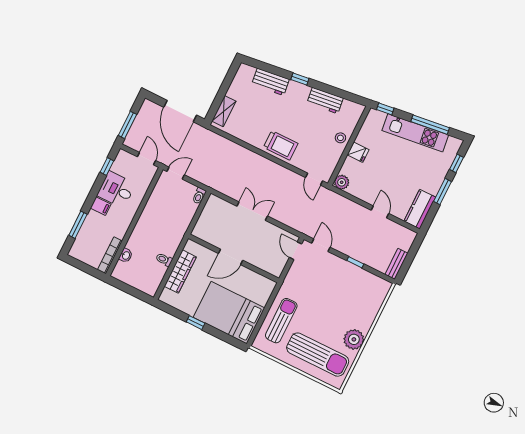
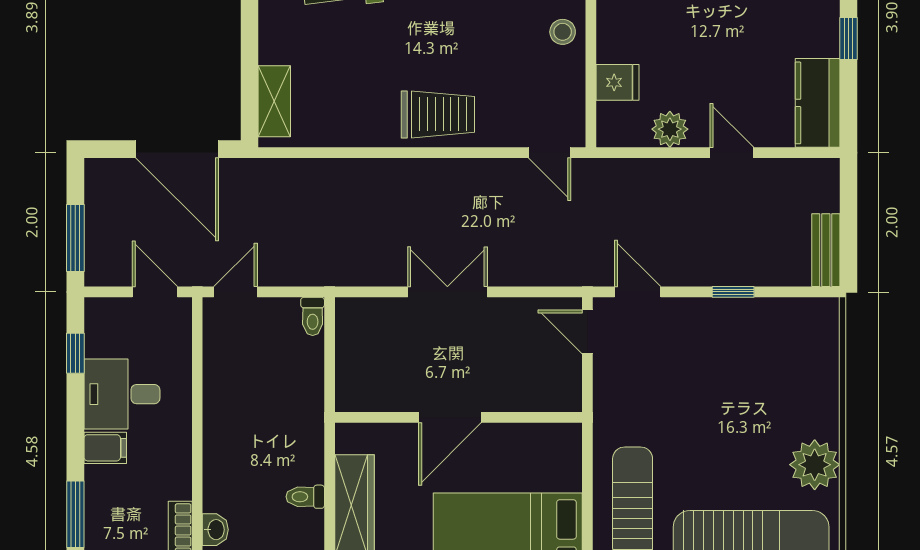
fridge: (358, 152) -> (617, 82), moved
plant: (342, 182) -> (670, 129), moved
window: (443, 192) -> (849, 39), width x0.67

